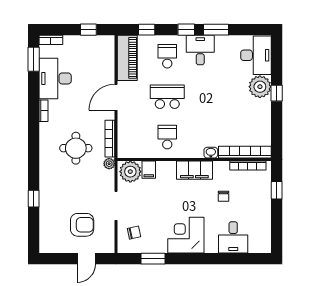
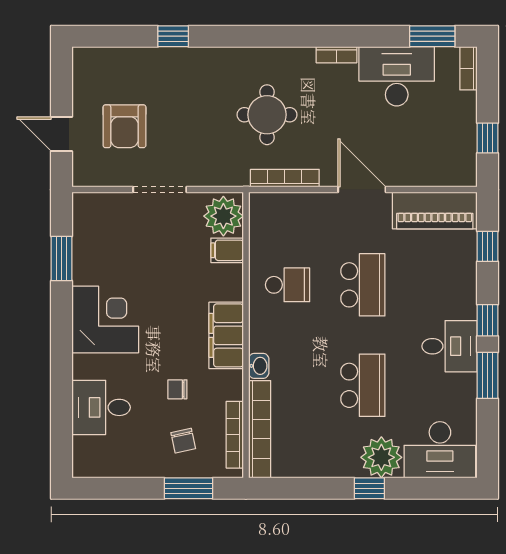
school desk: (167, 56) -> (363, 385), moved, width x1.85
plant: (109, 164) -> (238, 177), removed
window: (277, 190) -> (189, 488), width x1.50
chair: (134, 233) -> (183, 441), moved

